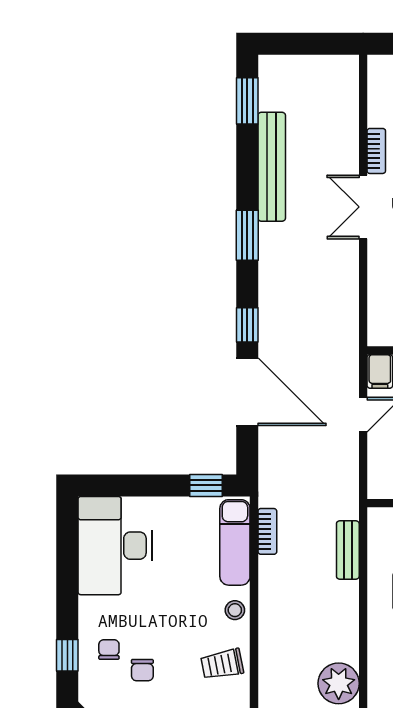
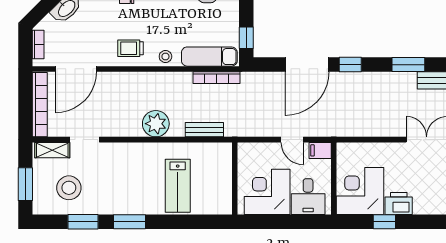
bookcase: (267, 531) -> (216, 78), width x1.56
trolley: (222, 664) -> (130, 48), turned -79
plant: (339, 683) -> (156, 124), moved

